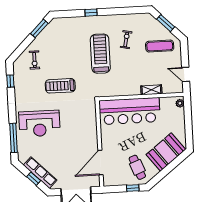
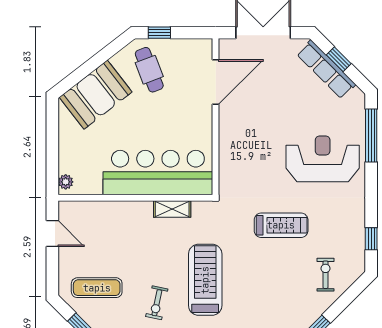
treadmill: (100, 54) -> (205, 280), turned 180
shelving: (151, 90) -> (172, 209), moved

